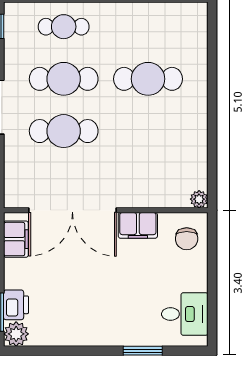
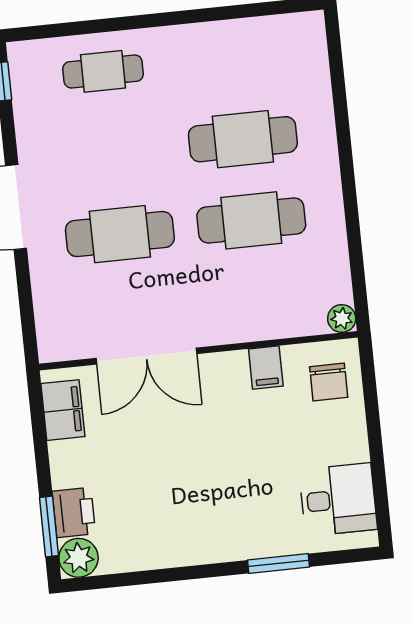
cafe table: (64, 79) -> (251, 220), moved
double door: (72, 210) -> (146, 356), width x0.73
filing cabinet: (138, 225) -> (266, 368), width x0.50

